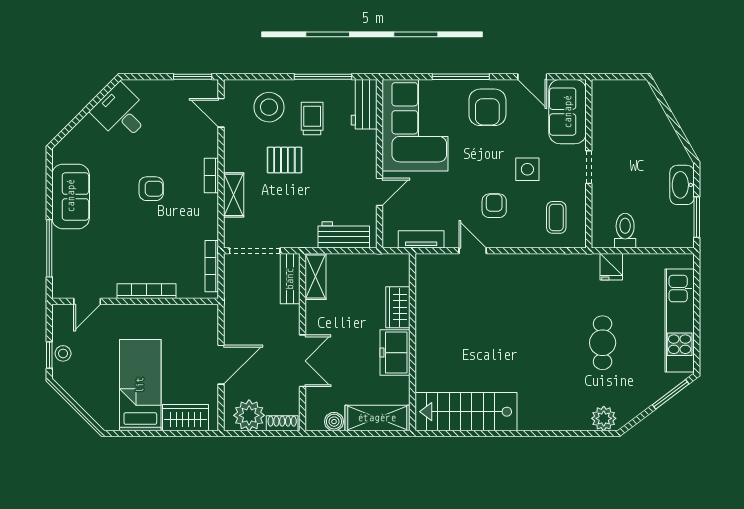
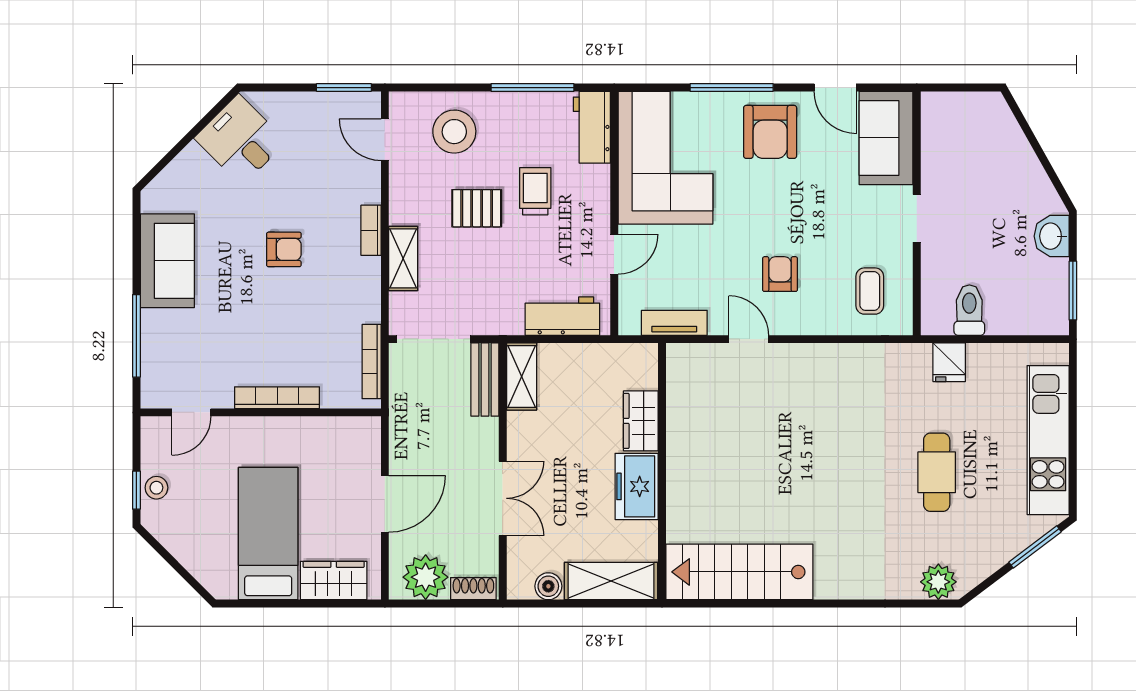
trolley: (312, 119) -> (535, 191), moved
side table: (527, 169) -> (828, 221), removed
washbasin: (682, 185) -> (1052, 236), width x0.72

